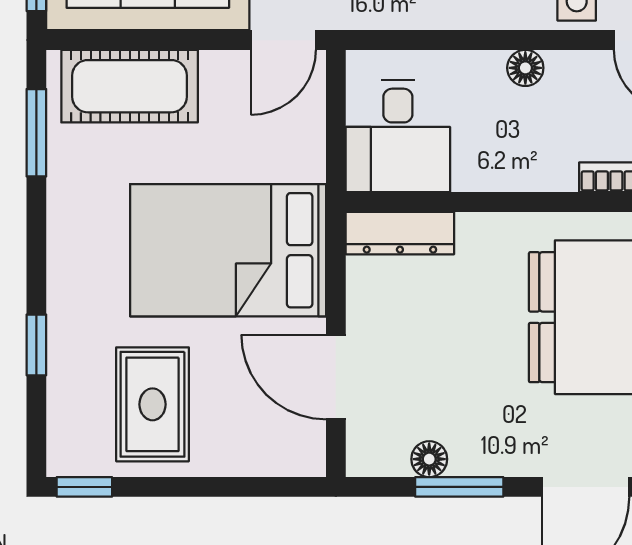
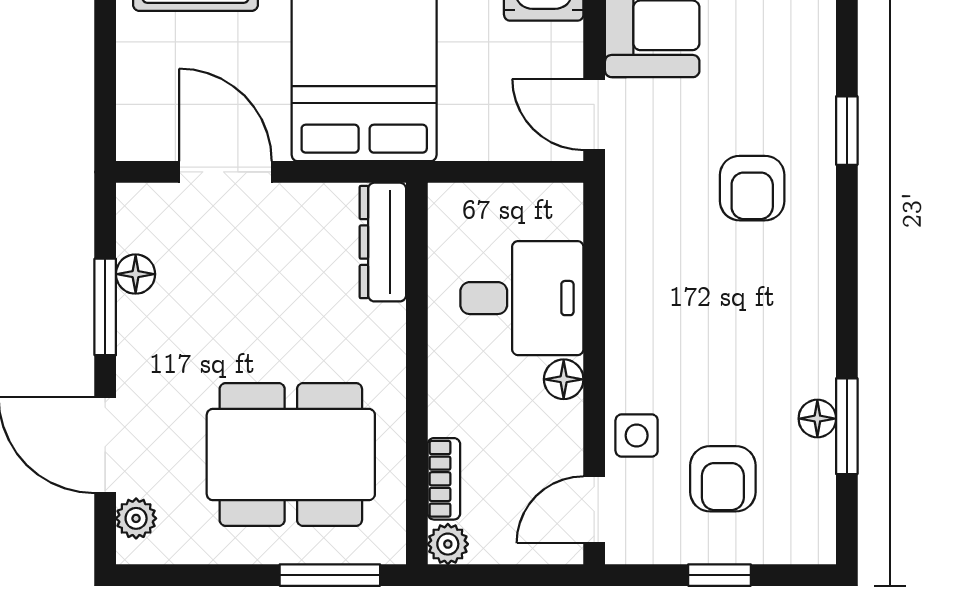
desk: (398, 136) -> (522, 298), moved, turned 180
door: (336, 377) -> (225, 172), hinge flipped

